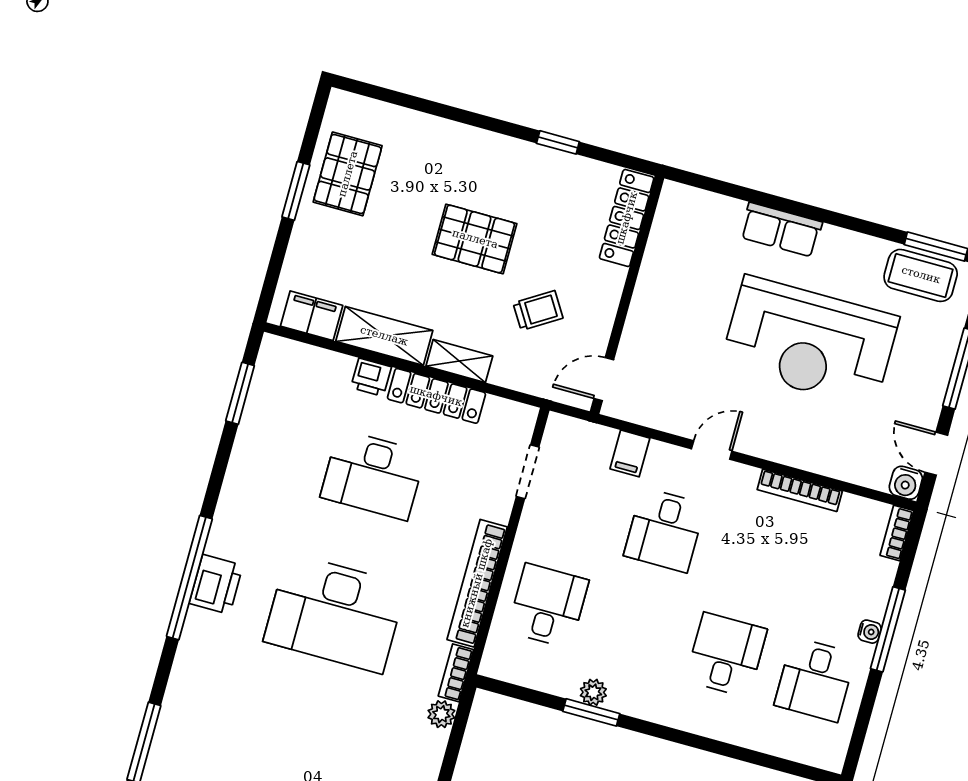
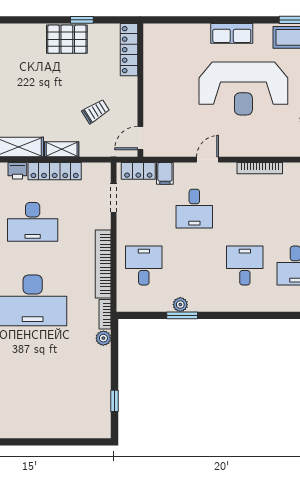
row of seats: (781, 230) -> (232, 33), moved
pallet: (475, 239) -> (67, 39), moved
locker: (584, 436) -> (138, 171), added

